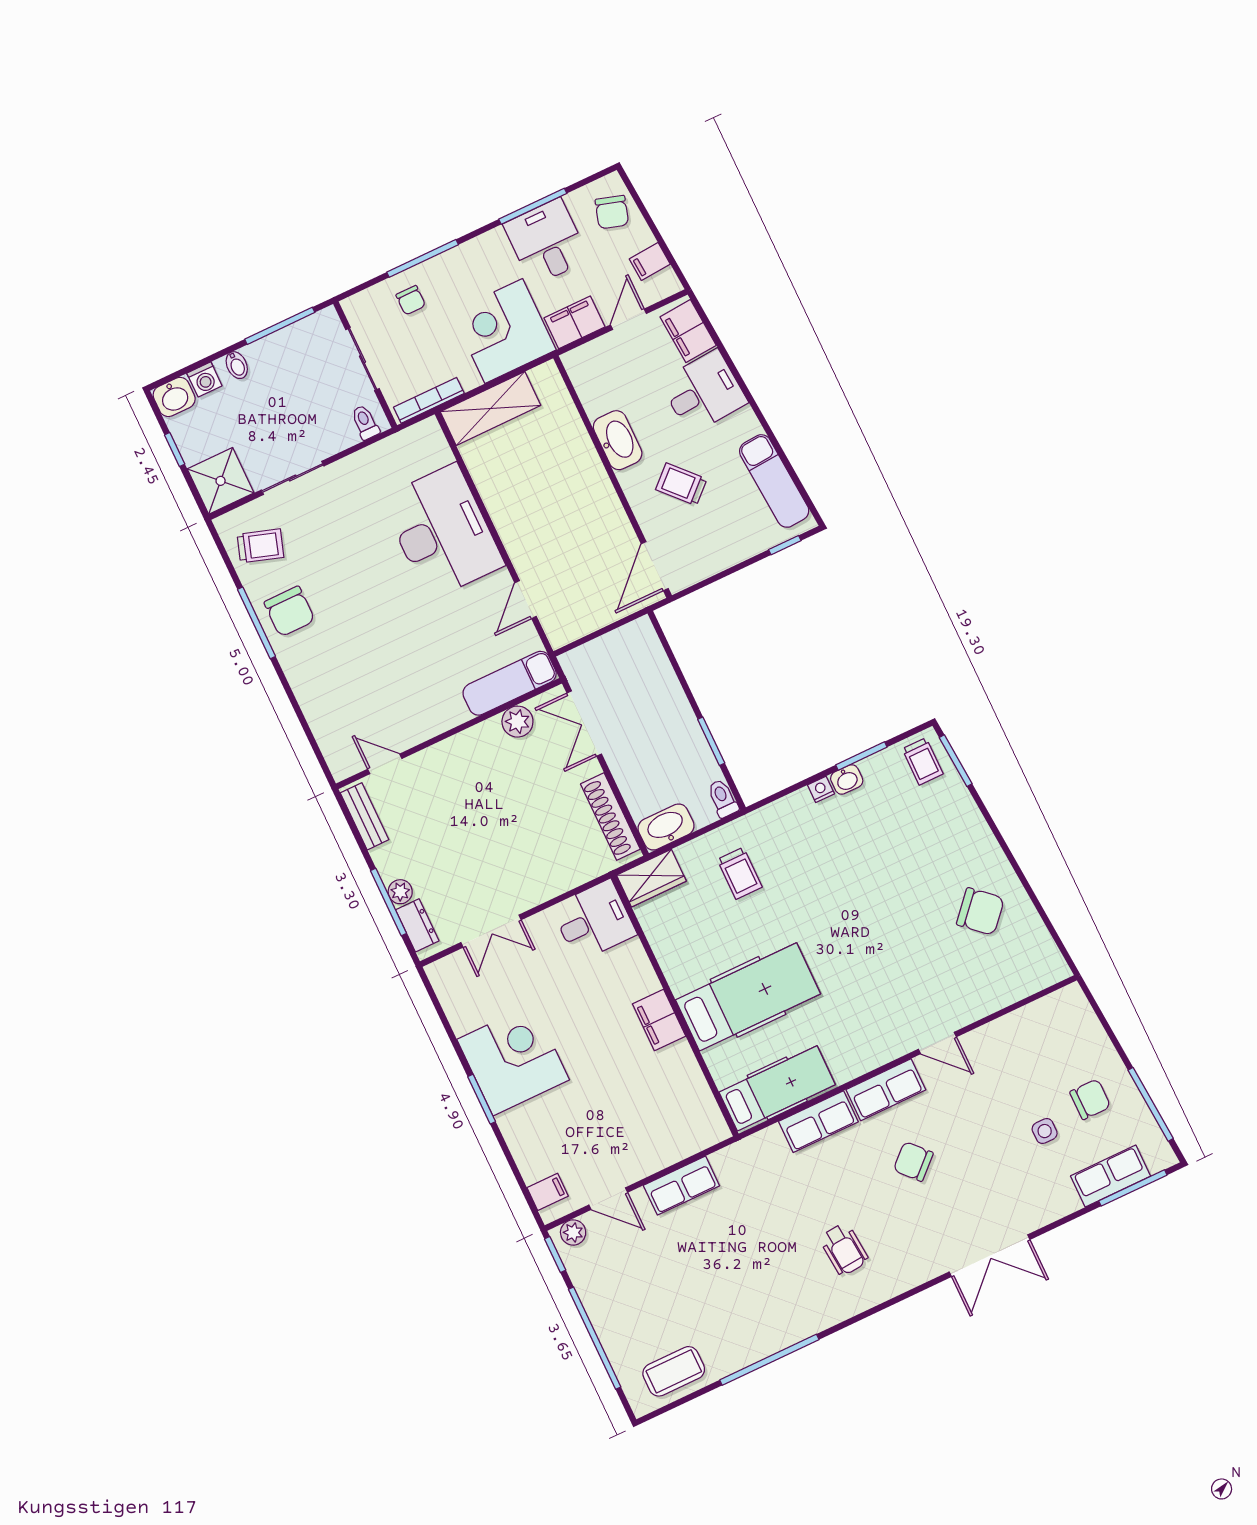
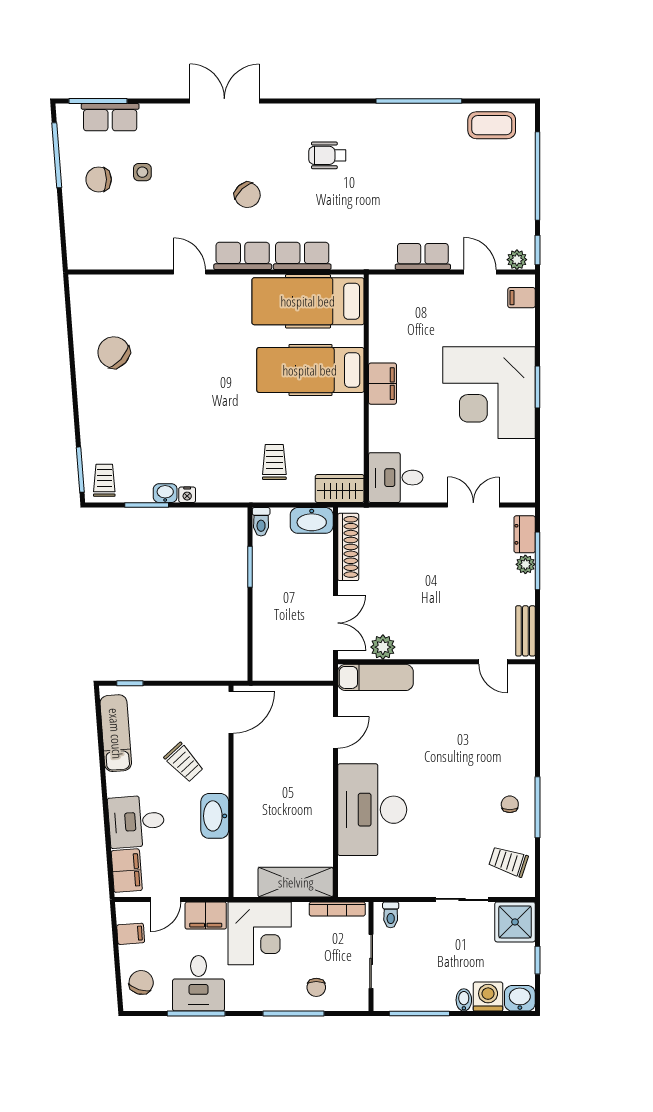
chair: (411, 300) -> (316, 987), turned 180
washing machine: (204, 379) -> (488, 997), width x1.38, depth x1.38
chair: (289, 611) -> (510, 804), width x0.54, depth x0.54
corner desk: (513, 1060) -> (489, 393), width x1.36, depth x1.36
hospital bed: (777, 1088) -> (308, 301), width x1.37, depth x1.29
wheelchair: (844, 1249) -> (327, 155), turned -85

